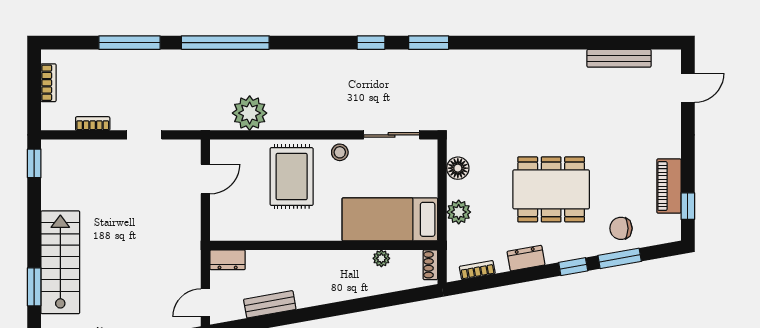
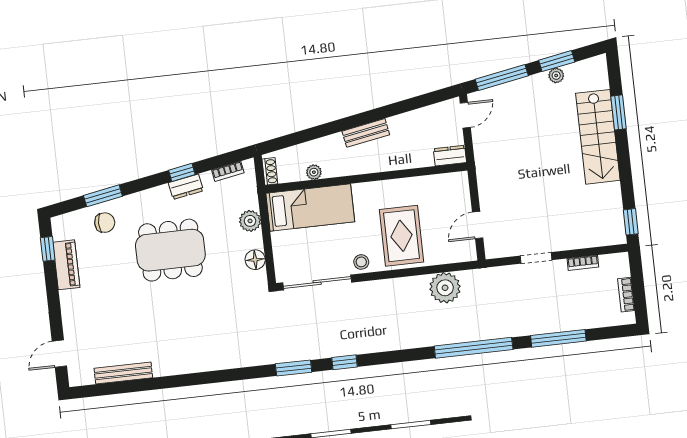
sliding door: (392, 135) -> (317, 282), width x1.37
window: (573, 267) -> (182, 172), moved
bench: (270, 304) -> (366, 133), moved

